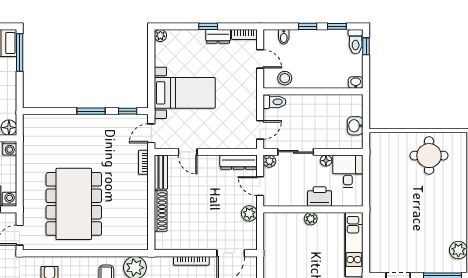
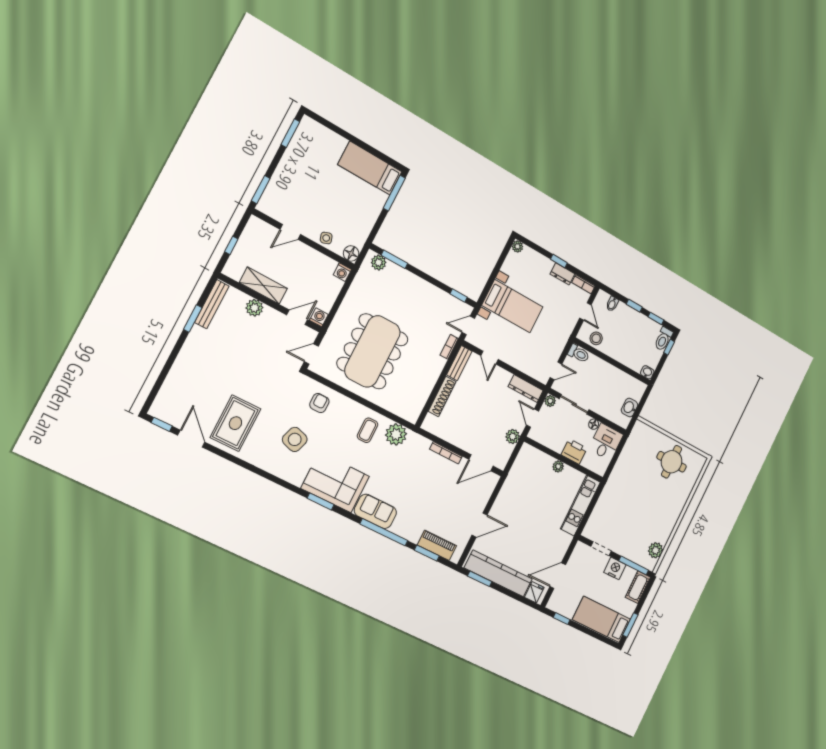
window: (91, 111) -> (394, 259), moved
plant: (38, 122) -> (379, 263), added

